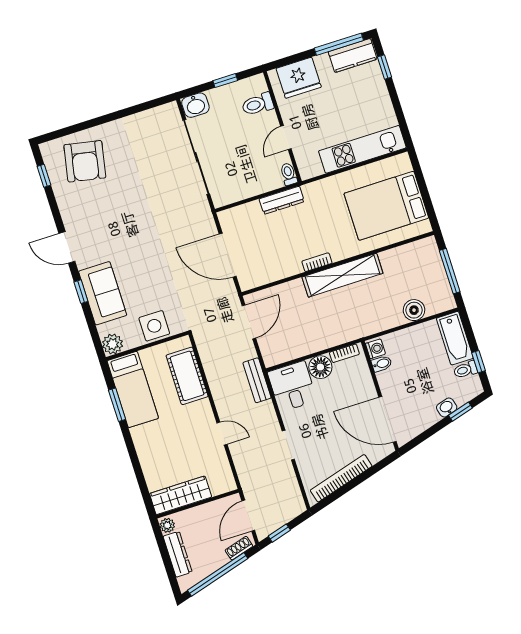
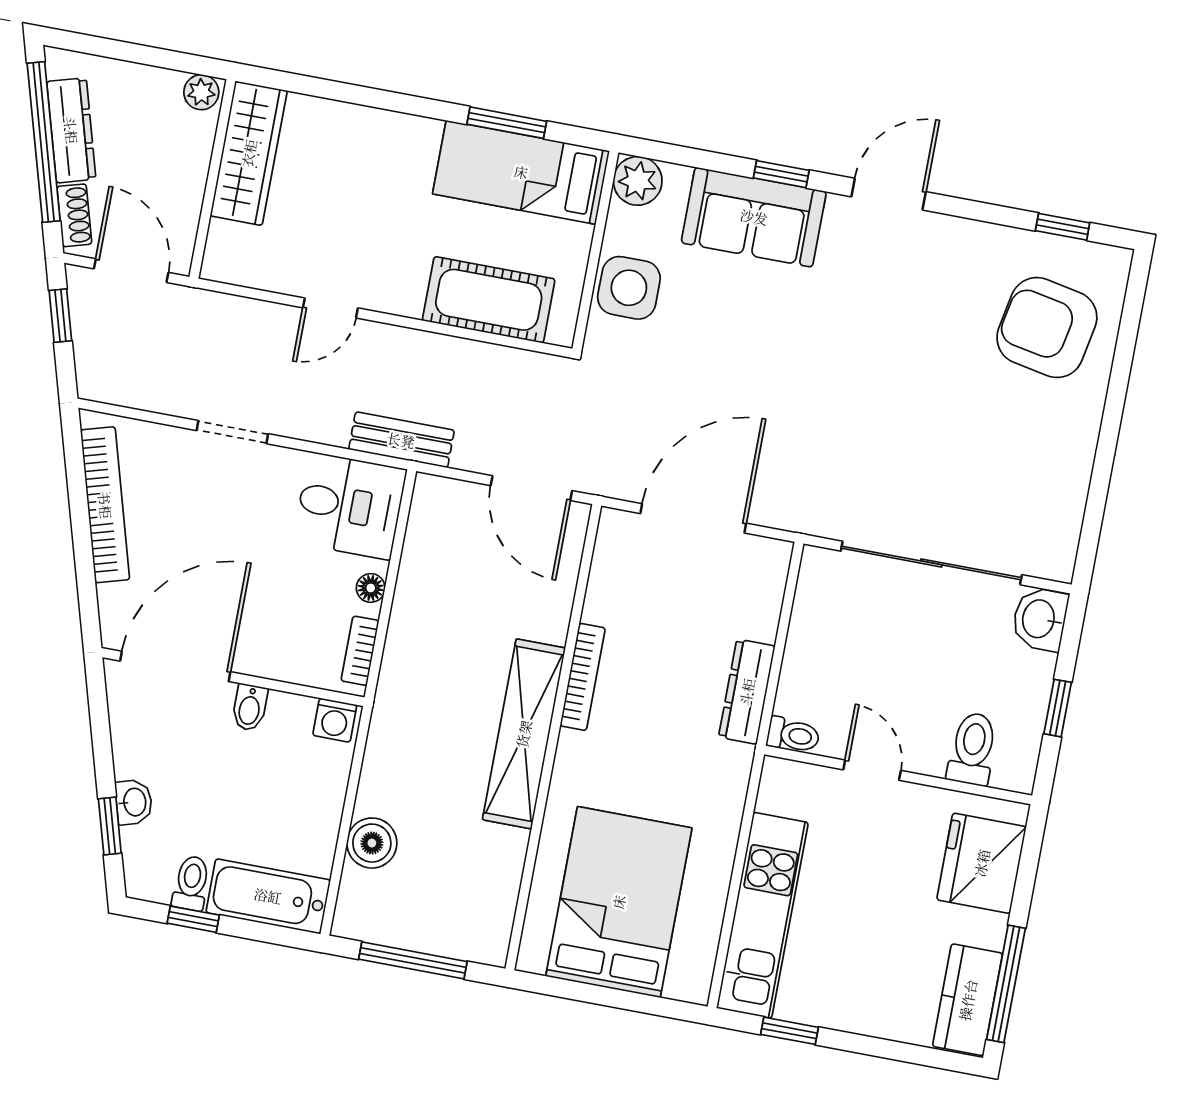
window: (385, 67) -> (790, 1031), moved
bookcase: (317, 262) -> (583, 677), width x1.56
bidet: (382, 364) -> (250, 707), moved
floor lamp: (320, 367) -> (371, 588), width x0.53, depth x0.53
dresser: (178, 554) -> (71, 130), moved, turned -106

